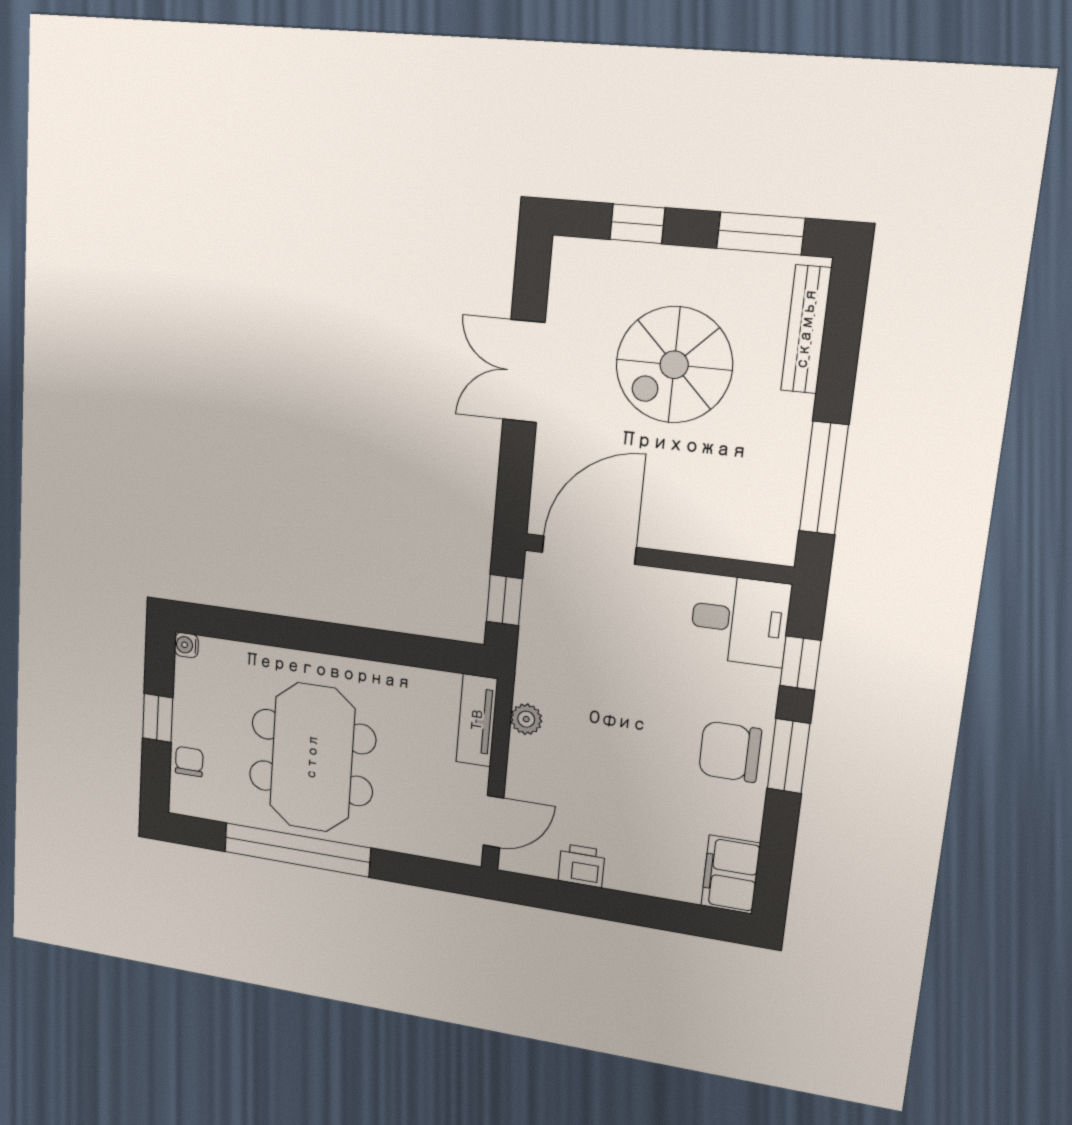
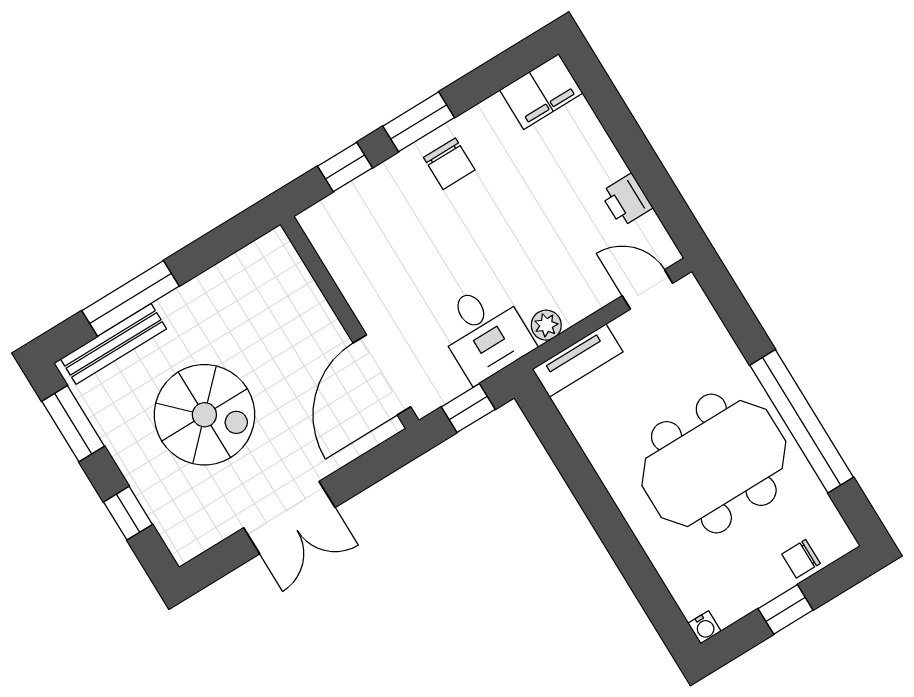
window: (824, 478) -> (131, 298), moved
door: (589, 550) -> (382, 375), hinge flipped
desk: (740, 620) -> (484, 332), moved, turned 180
chair: (730, 752) -> (449, 164), width x0.73, depth x0.73

